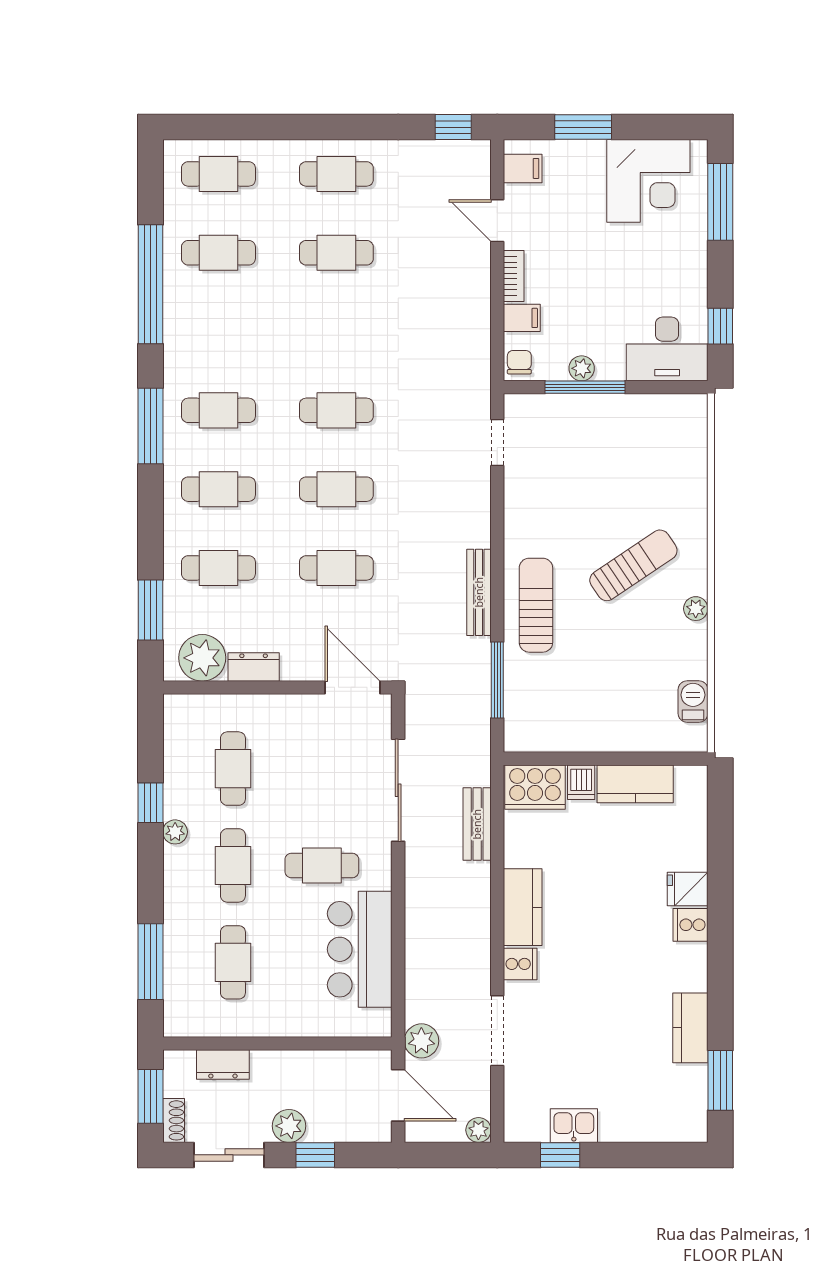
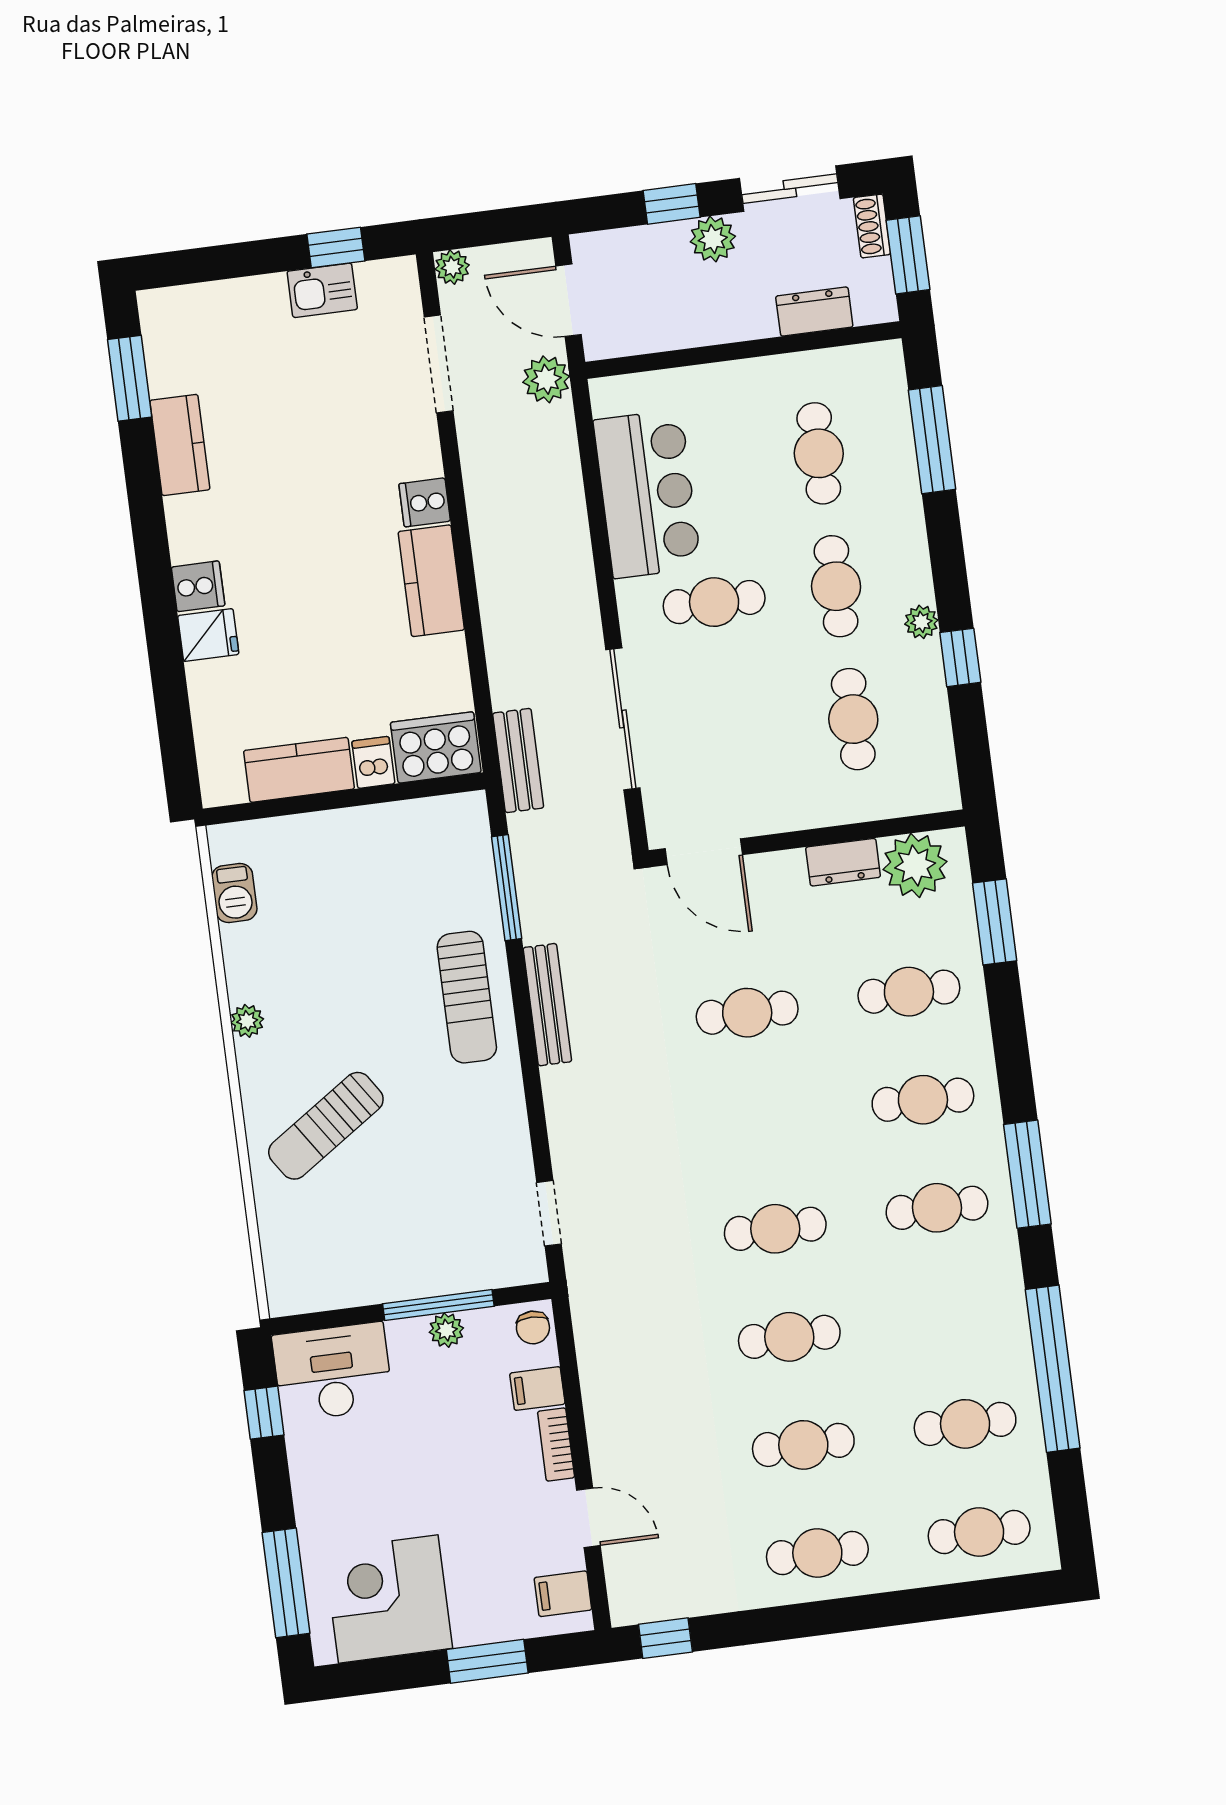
cafe table: (336, 489) -> (789, 1337), moved
sun lounger: (633, 565) -> (326, 1126), moved
bench: (477, 824) -> (518, 761), moved
doorway: (497, 1031) -> (439, 364), moved

